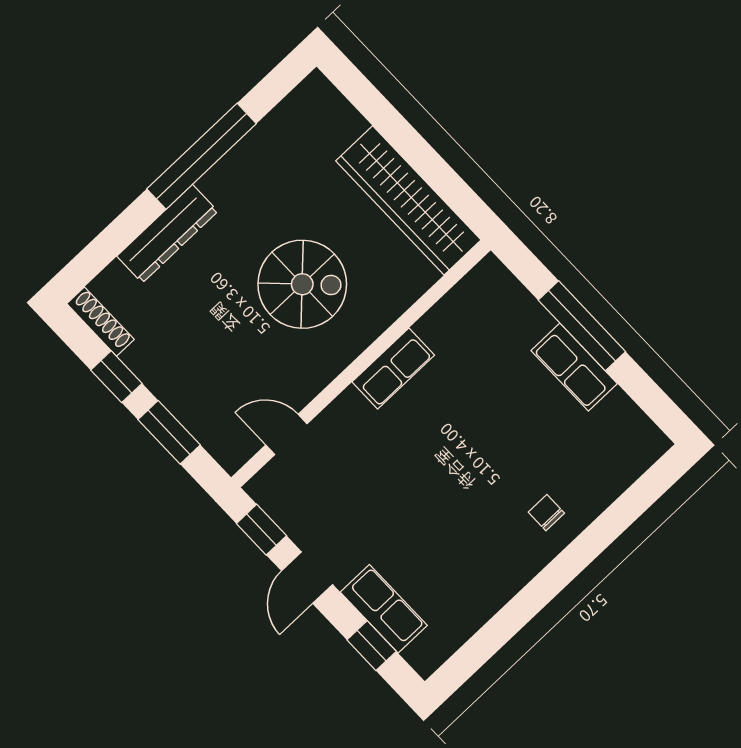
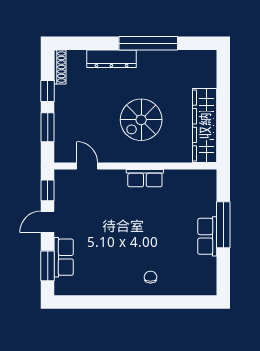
spiral stairs: (302, 284) -> (141, 120), turned 90
window: (372, 646) -> (48, 266), width x1.50

